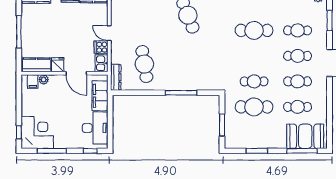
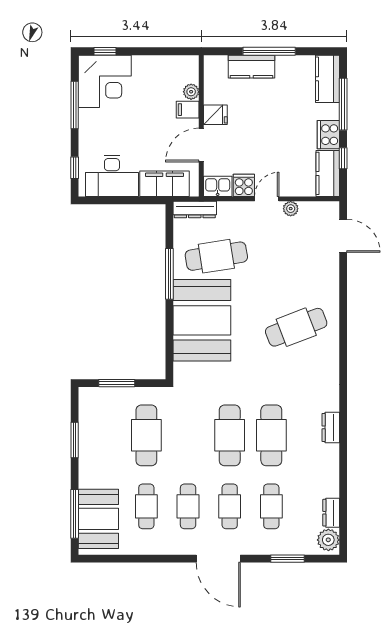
plant: (115, 19) -> (291, 209), added
kitchen counter: (37, 65) -> (252, 67), moved, turned 90
booth: (184, 73) -> (202, 320), added
cafe table: (254, 81) -> (230, 435), moved, width x1.37, depth x1.35
filing cabinet: (33, 82) -> (188, 110), moved
window: (181, 93) -> (169, 274), moved

